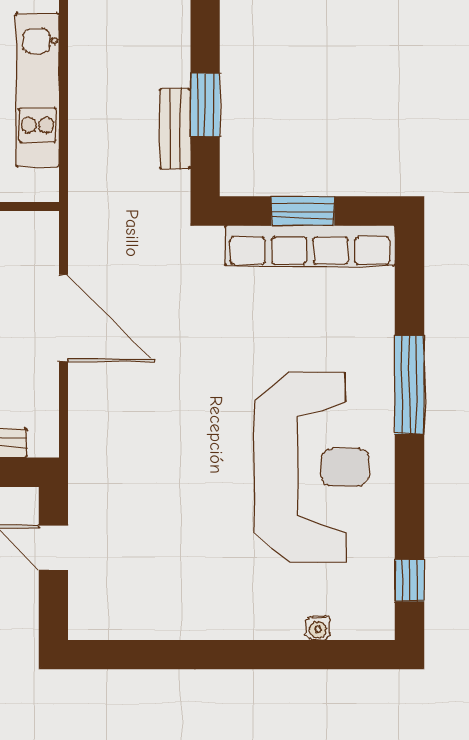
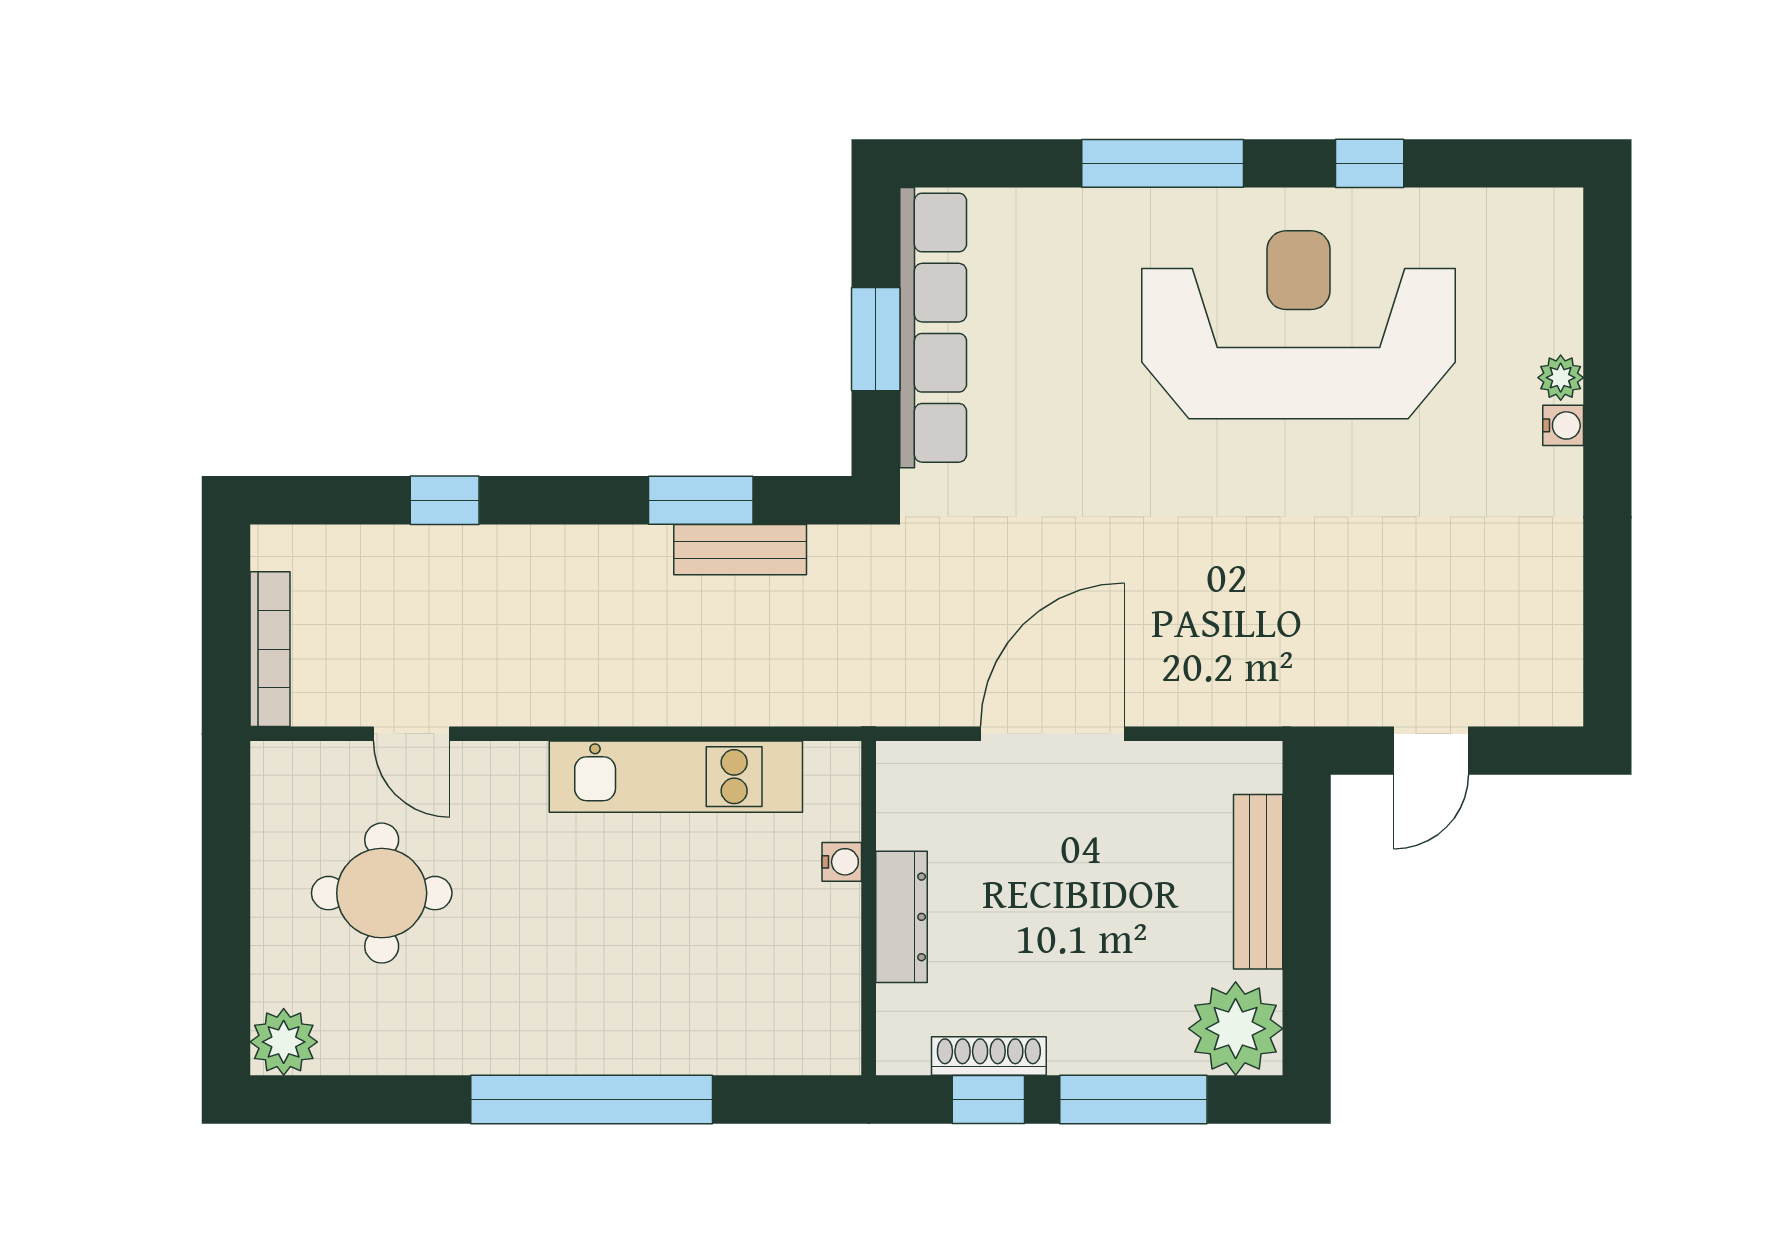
window: (409, 580) -> (1370, 163), moved
plant: (280, 626) -> (1561, 378), added
water cooler: (318, 628) -> (1563, 425), moved

